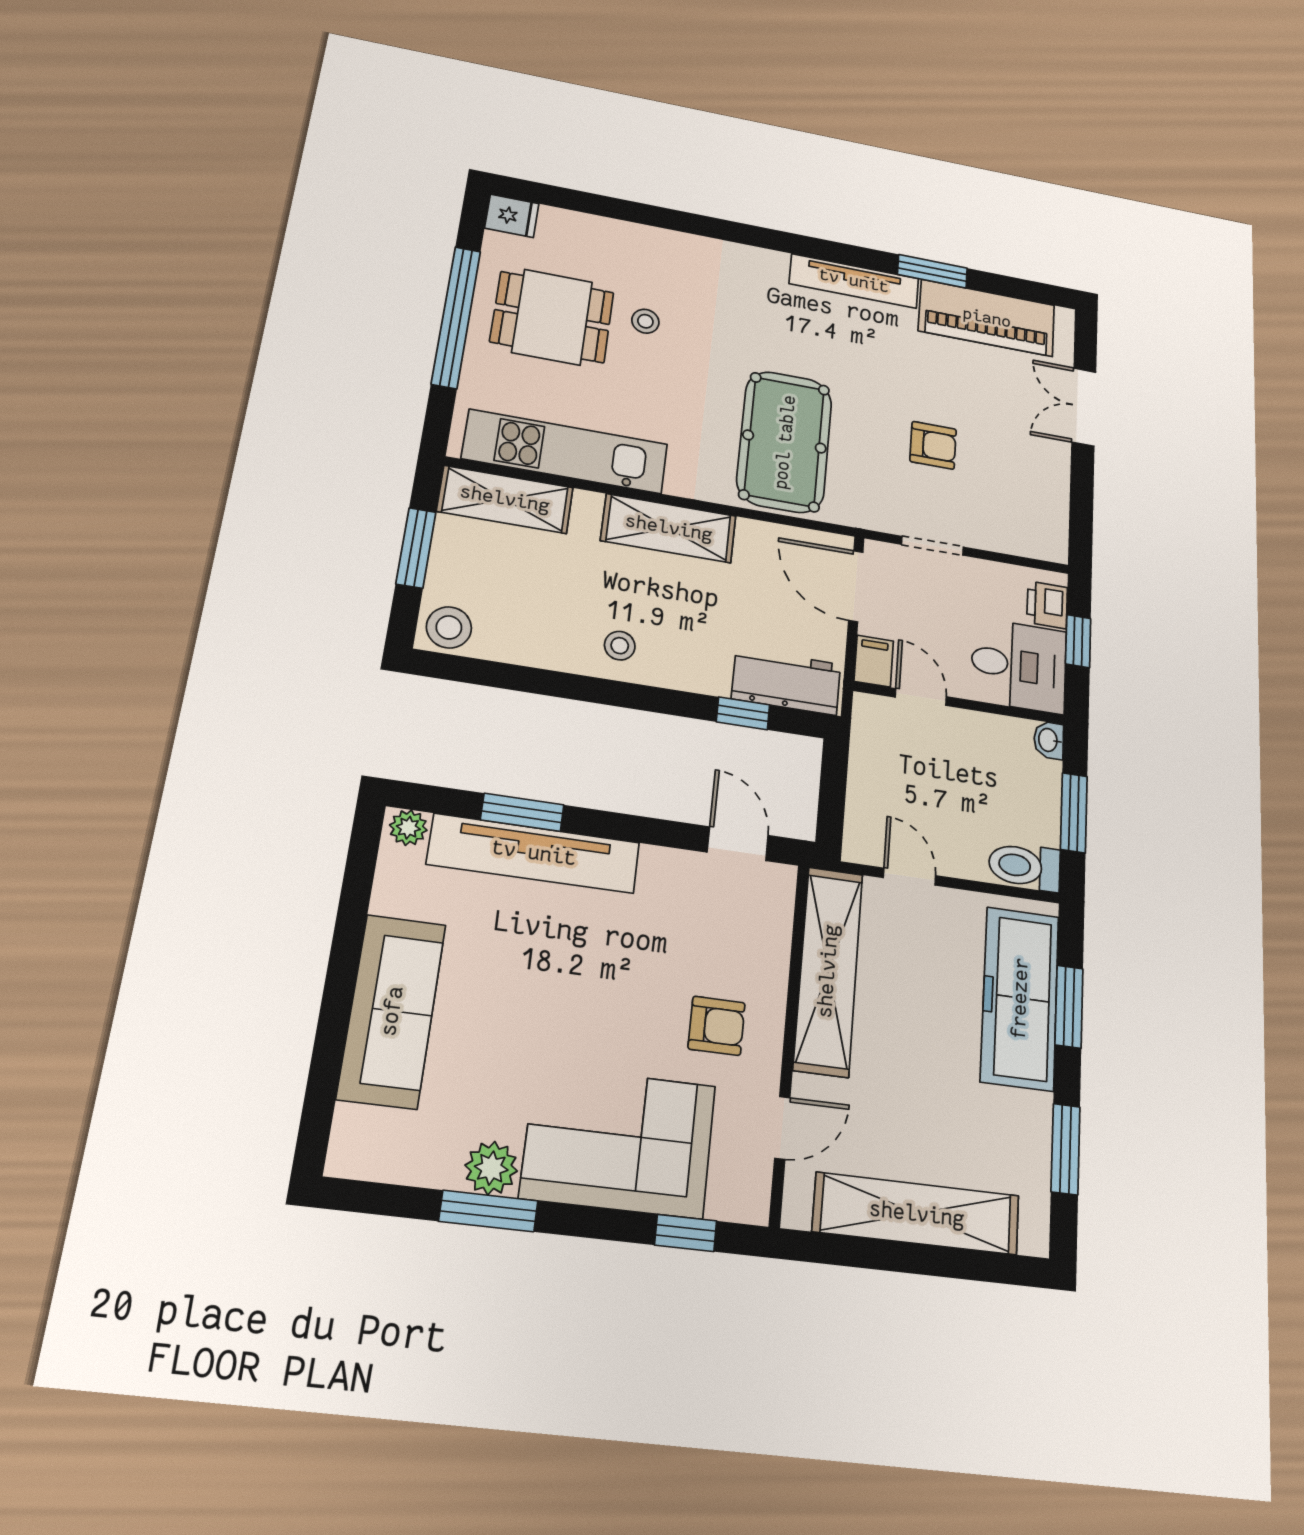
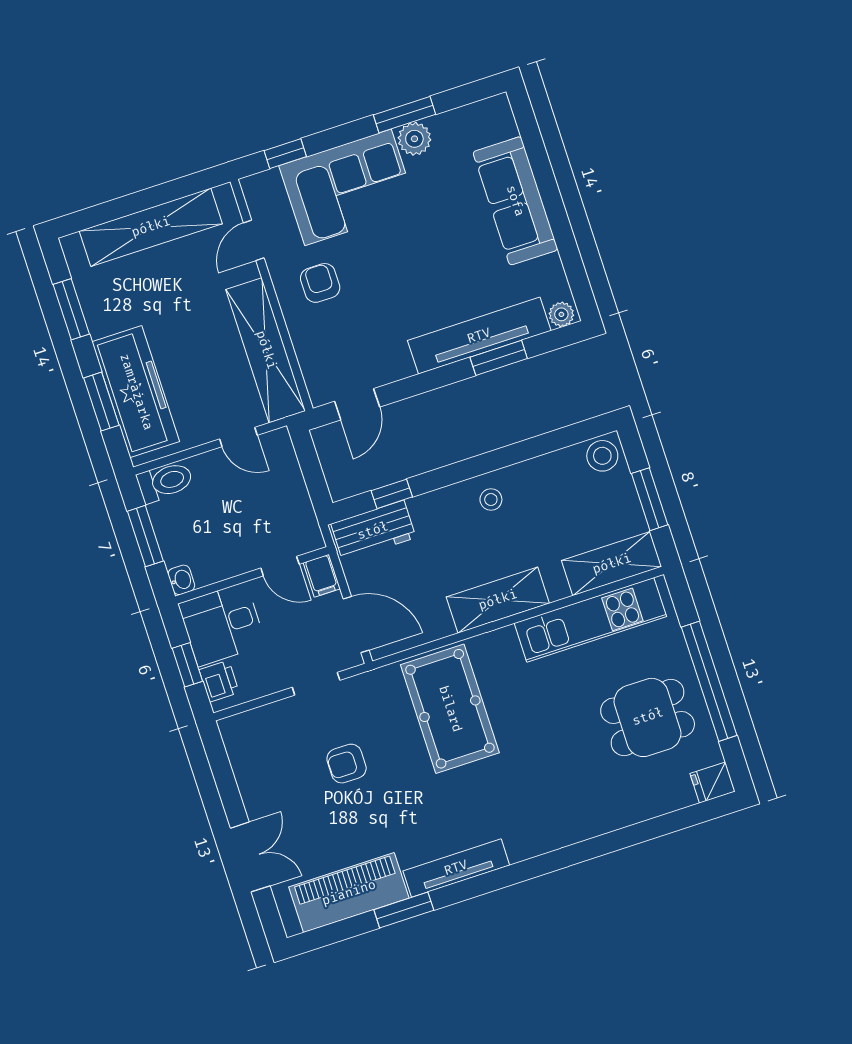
stool: (645, 321) -> (585, 750), removed
door: (738, 844) -> (357, 404), hinge flipped
armchair: (717, 1026) -> (320, 283), turned 90

